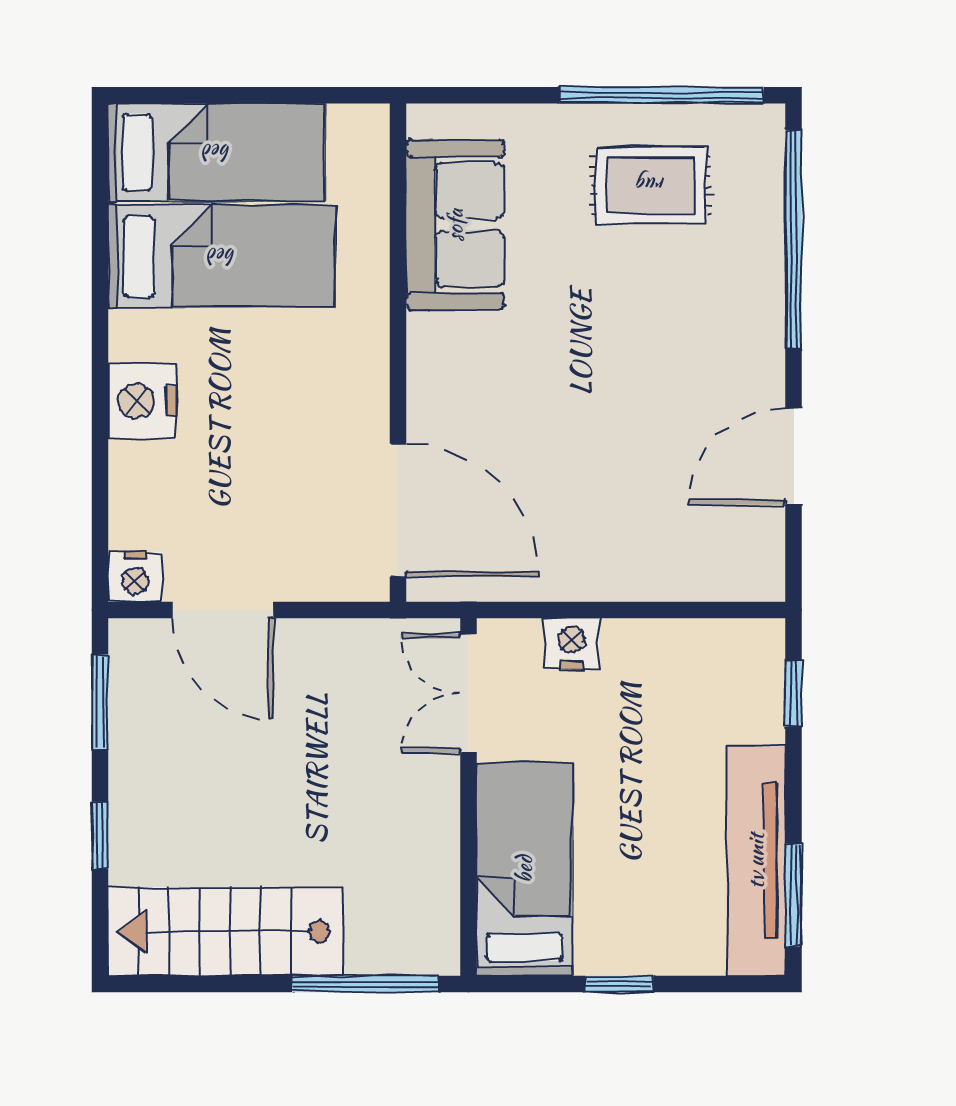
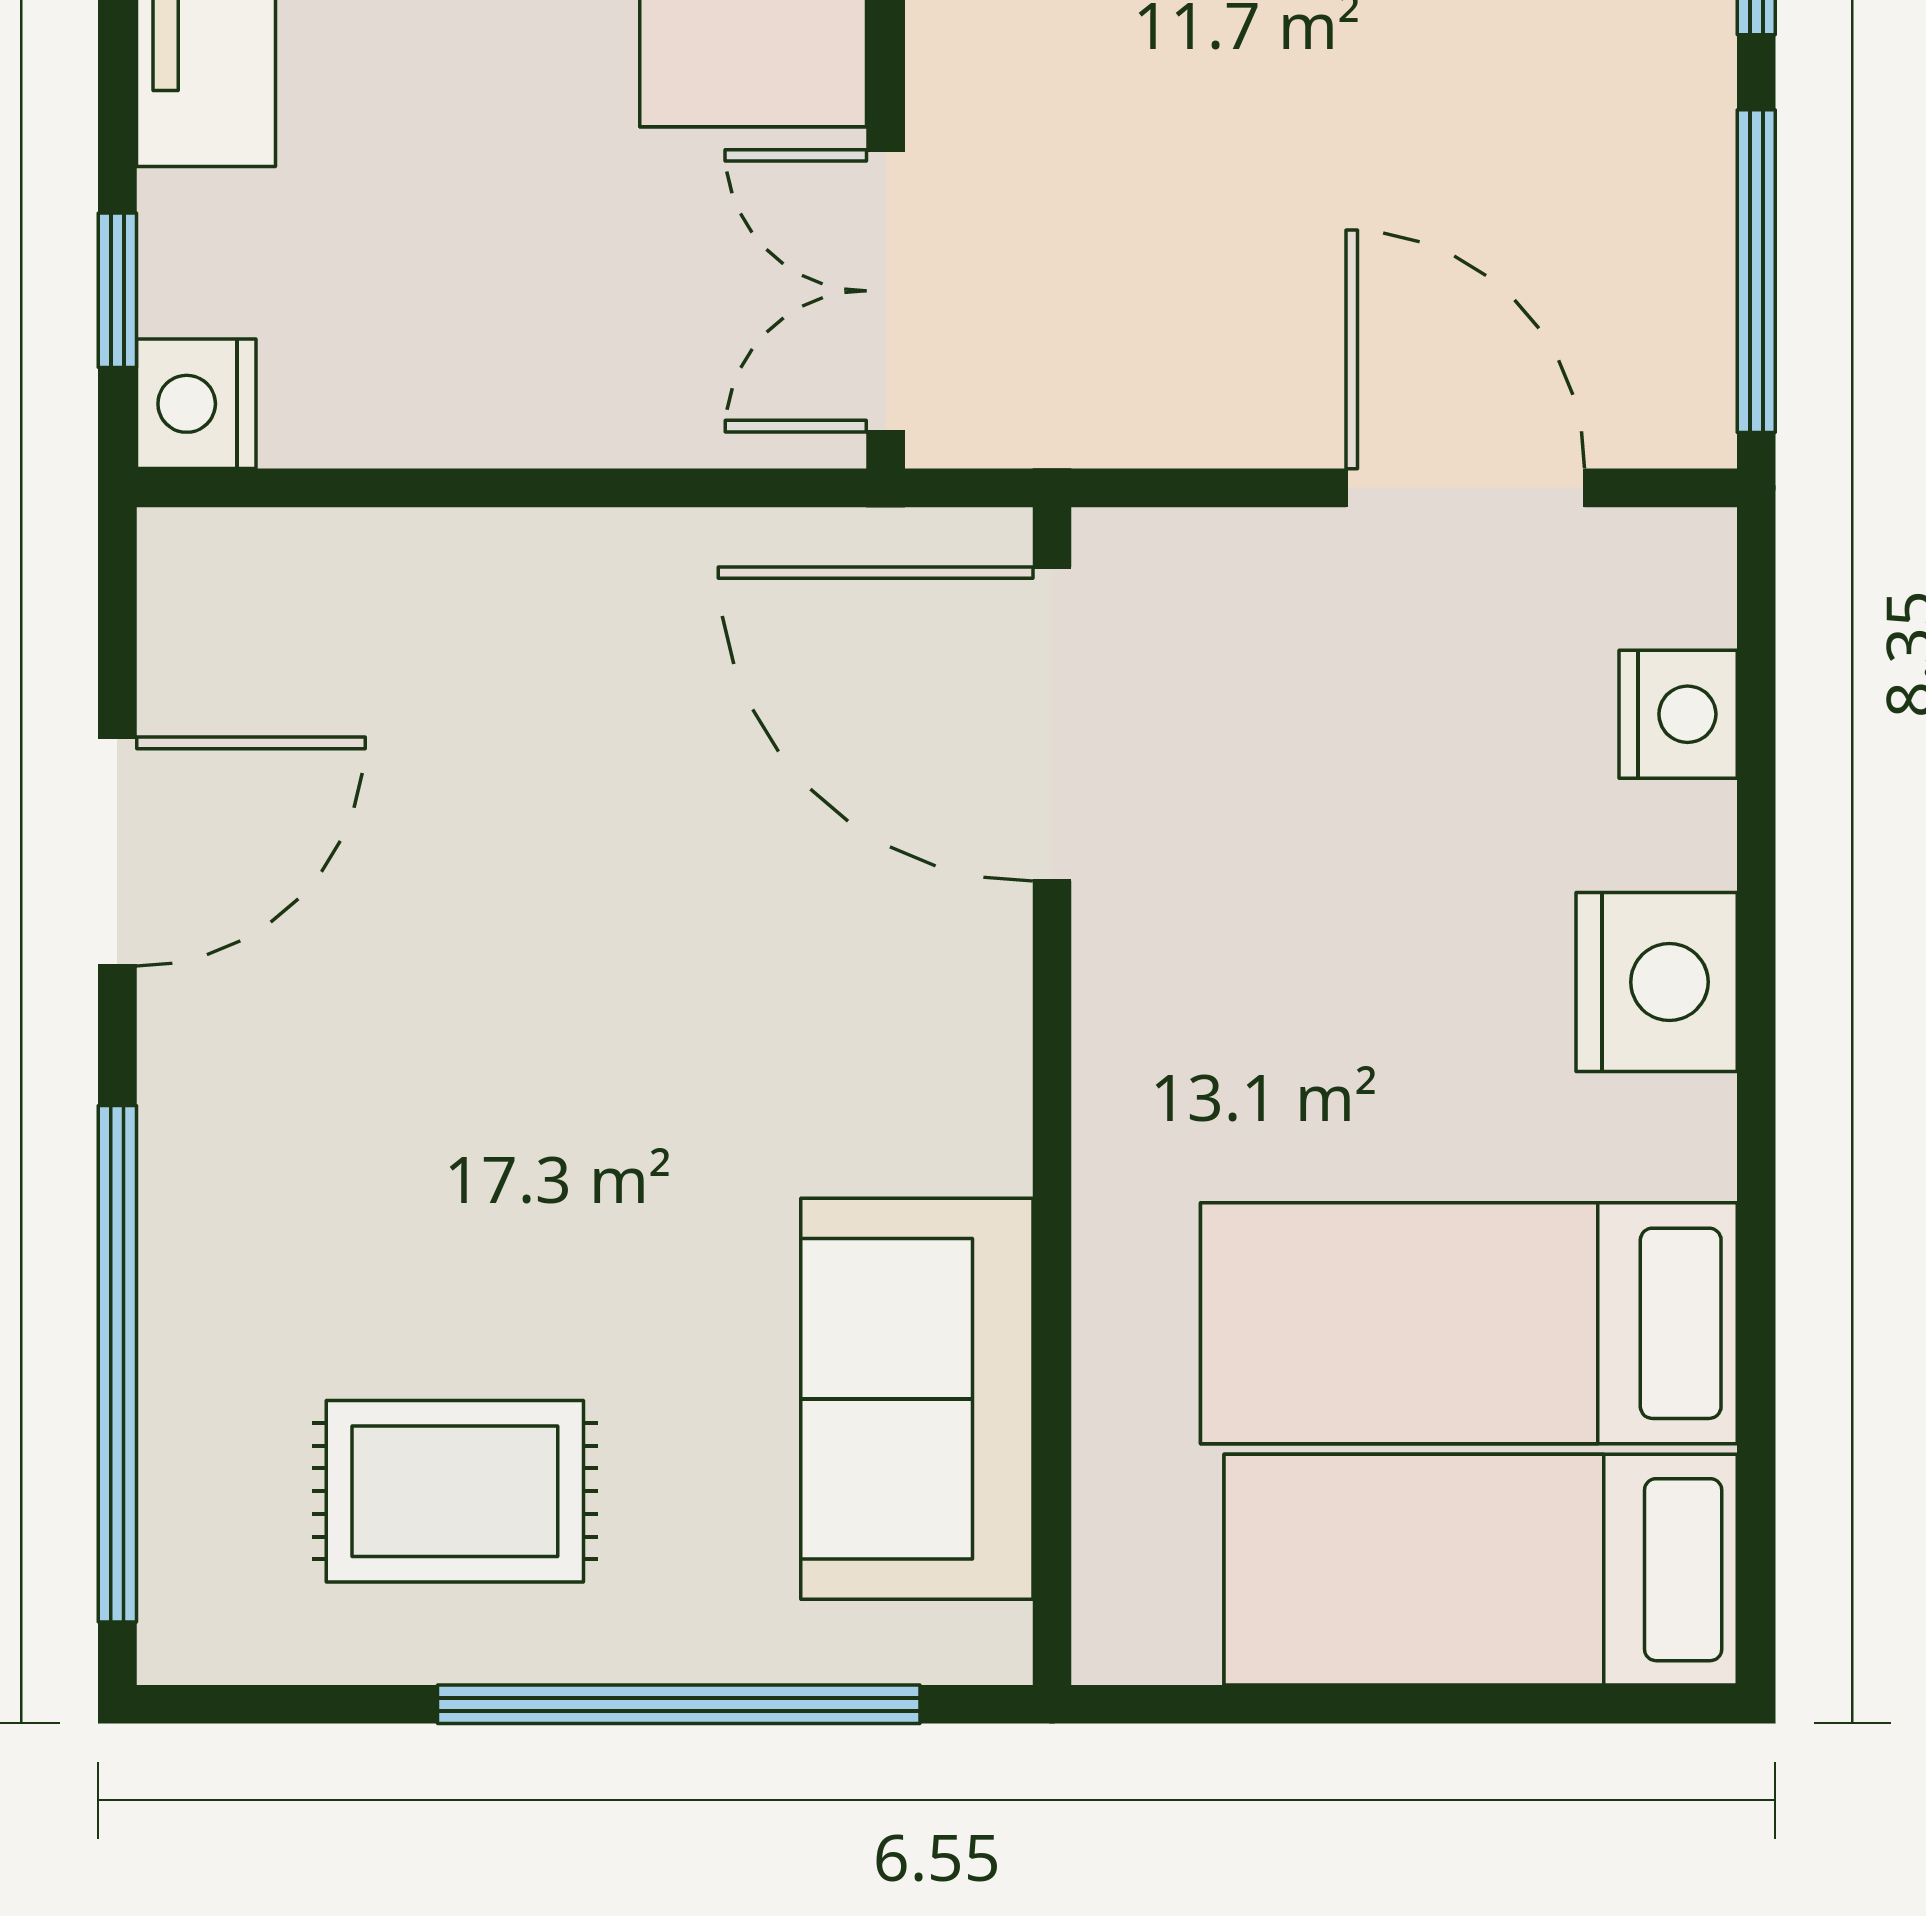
window: (661, 95) -> (679, 1704), moved
nightstand: (135, 577) -> (1678, 714), moved, turned 90
nightstand: (572, 643) -> (196, 404), moved, turned 90
double door: (468, 693) -> (886, 291), swing flipped
window: (100, 702) -> (1756, 271), width x1.44

